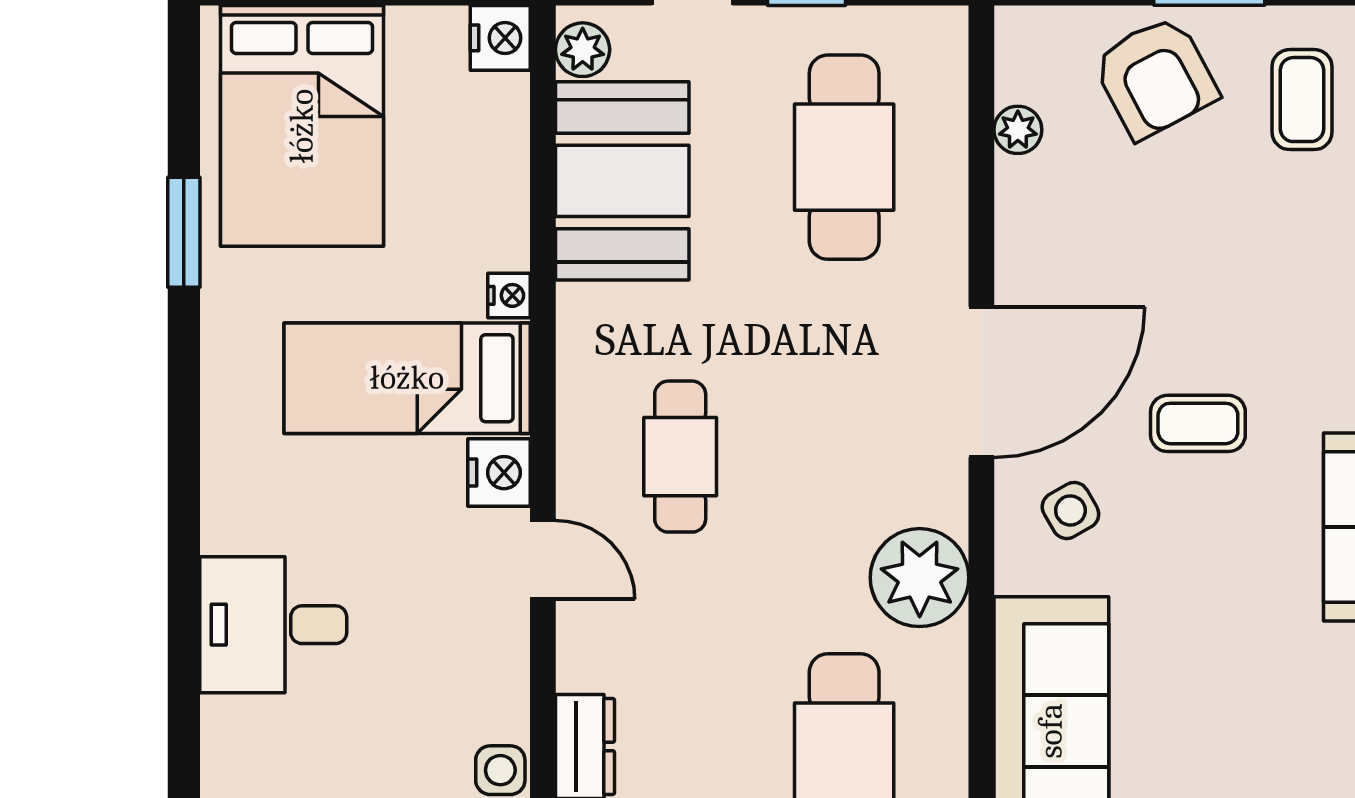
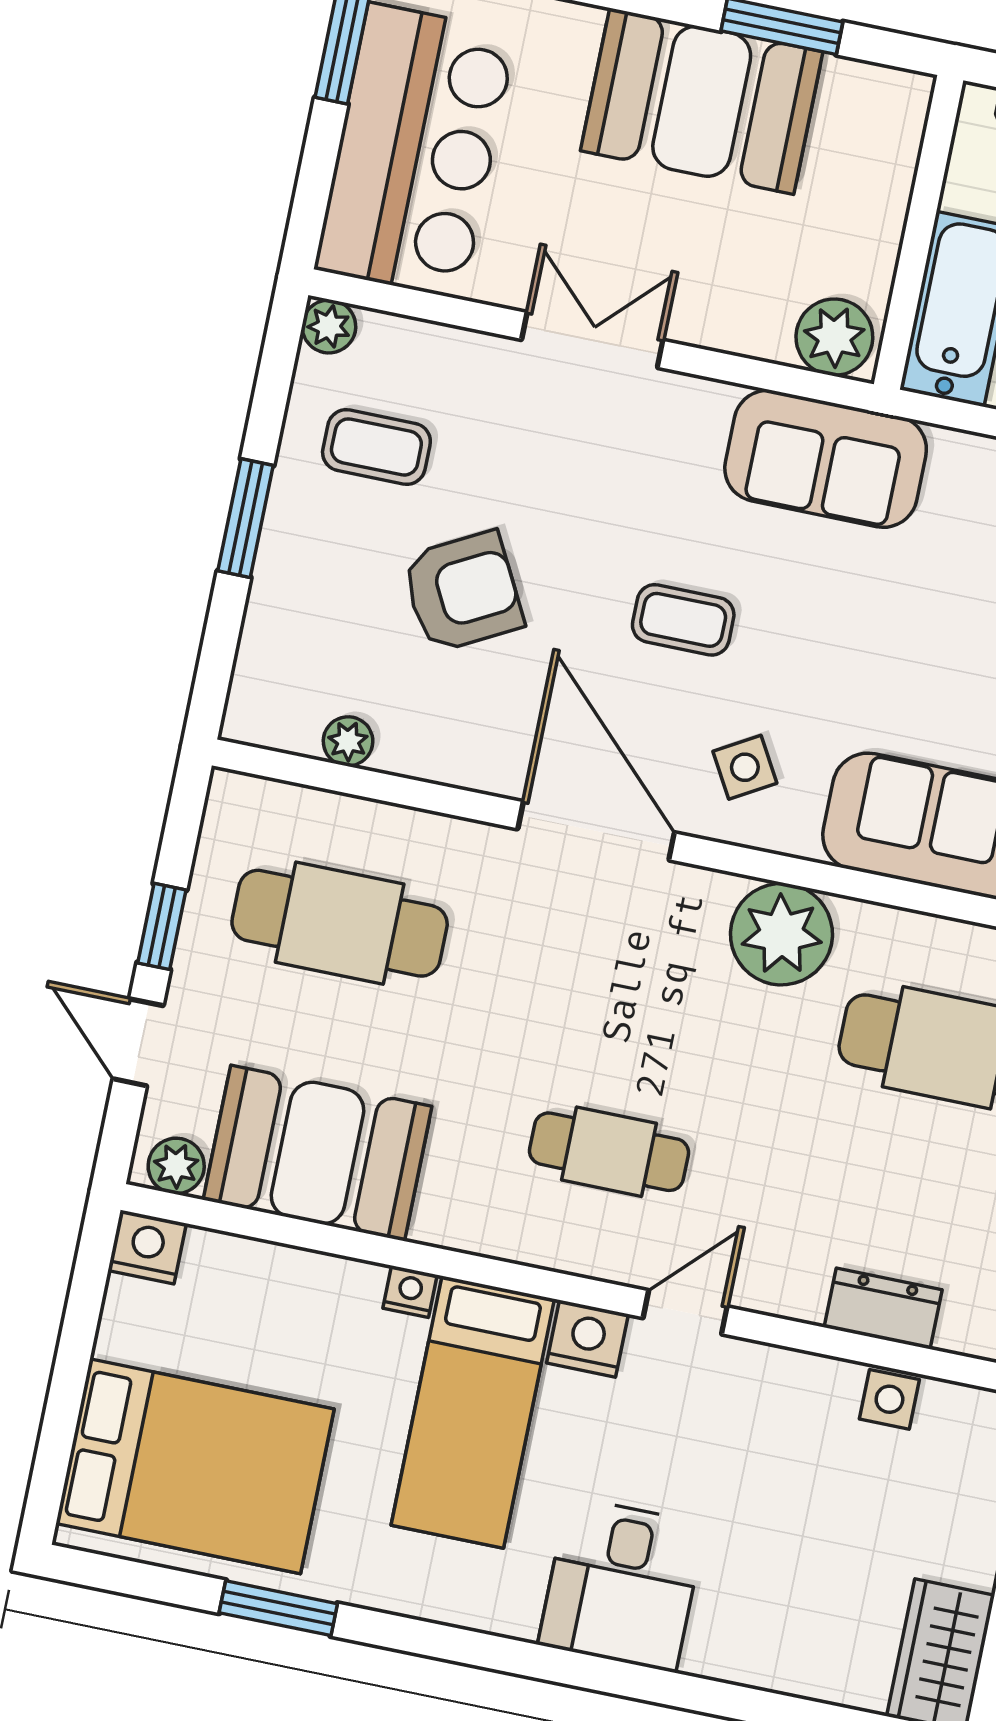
armchair: (1155, 77) -> (463, 592), moved
coffee table: (1198, 423) -> (683, 620), turned 90
desk: (273, 625) -> (622, 1584), moved

